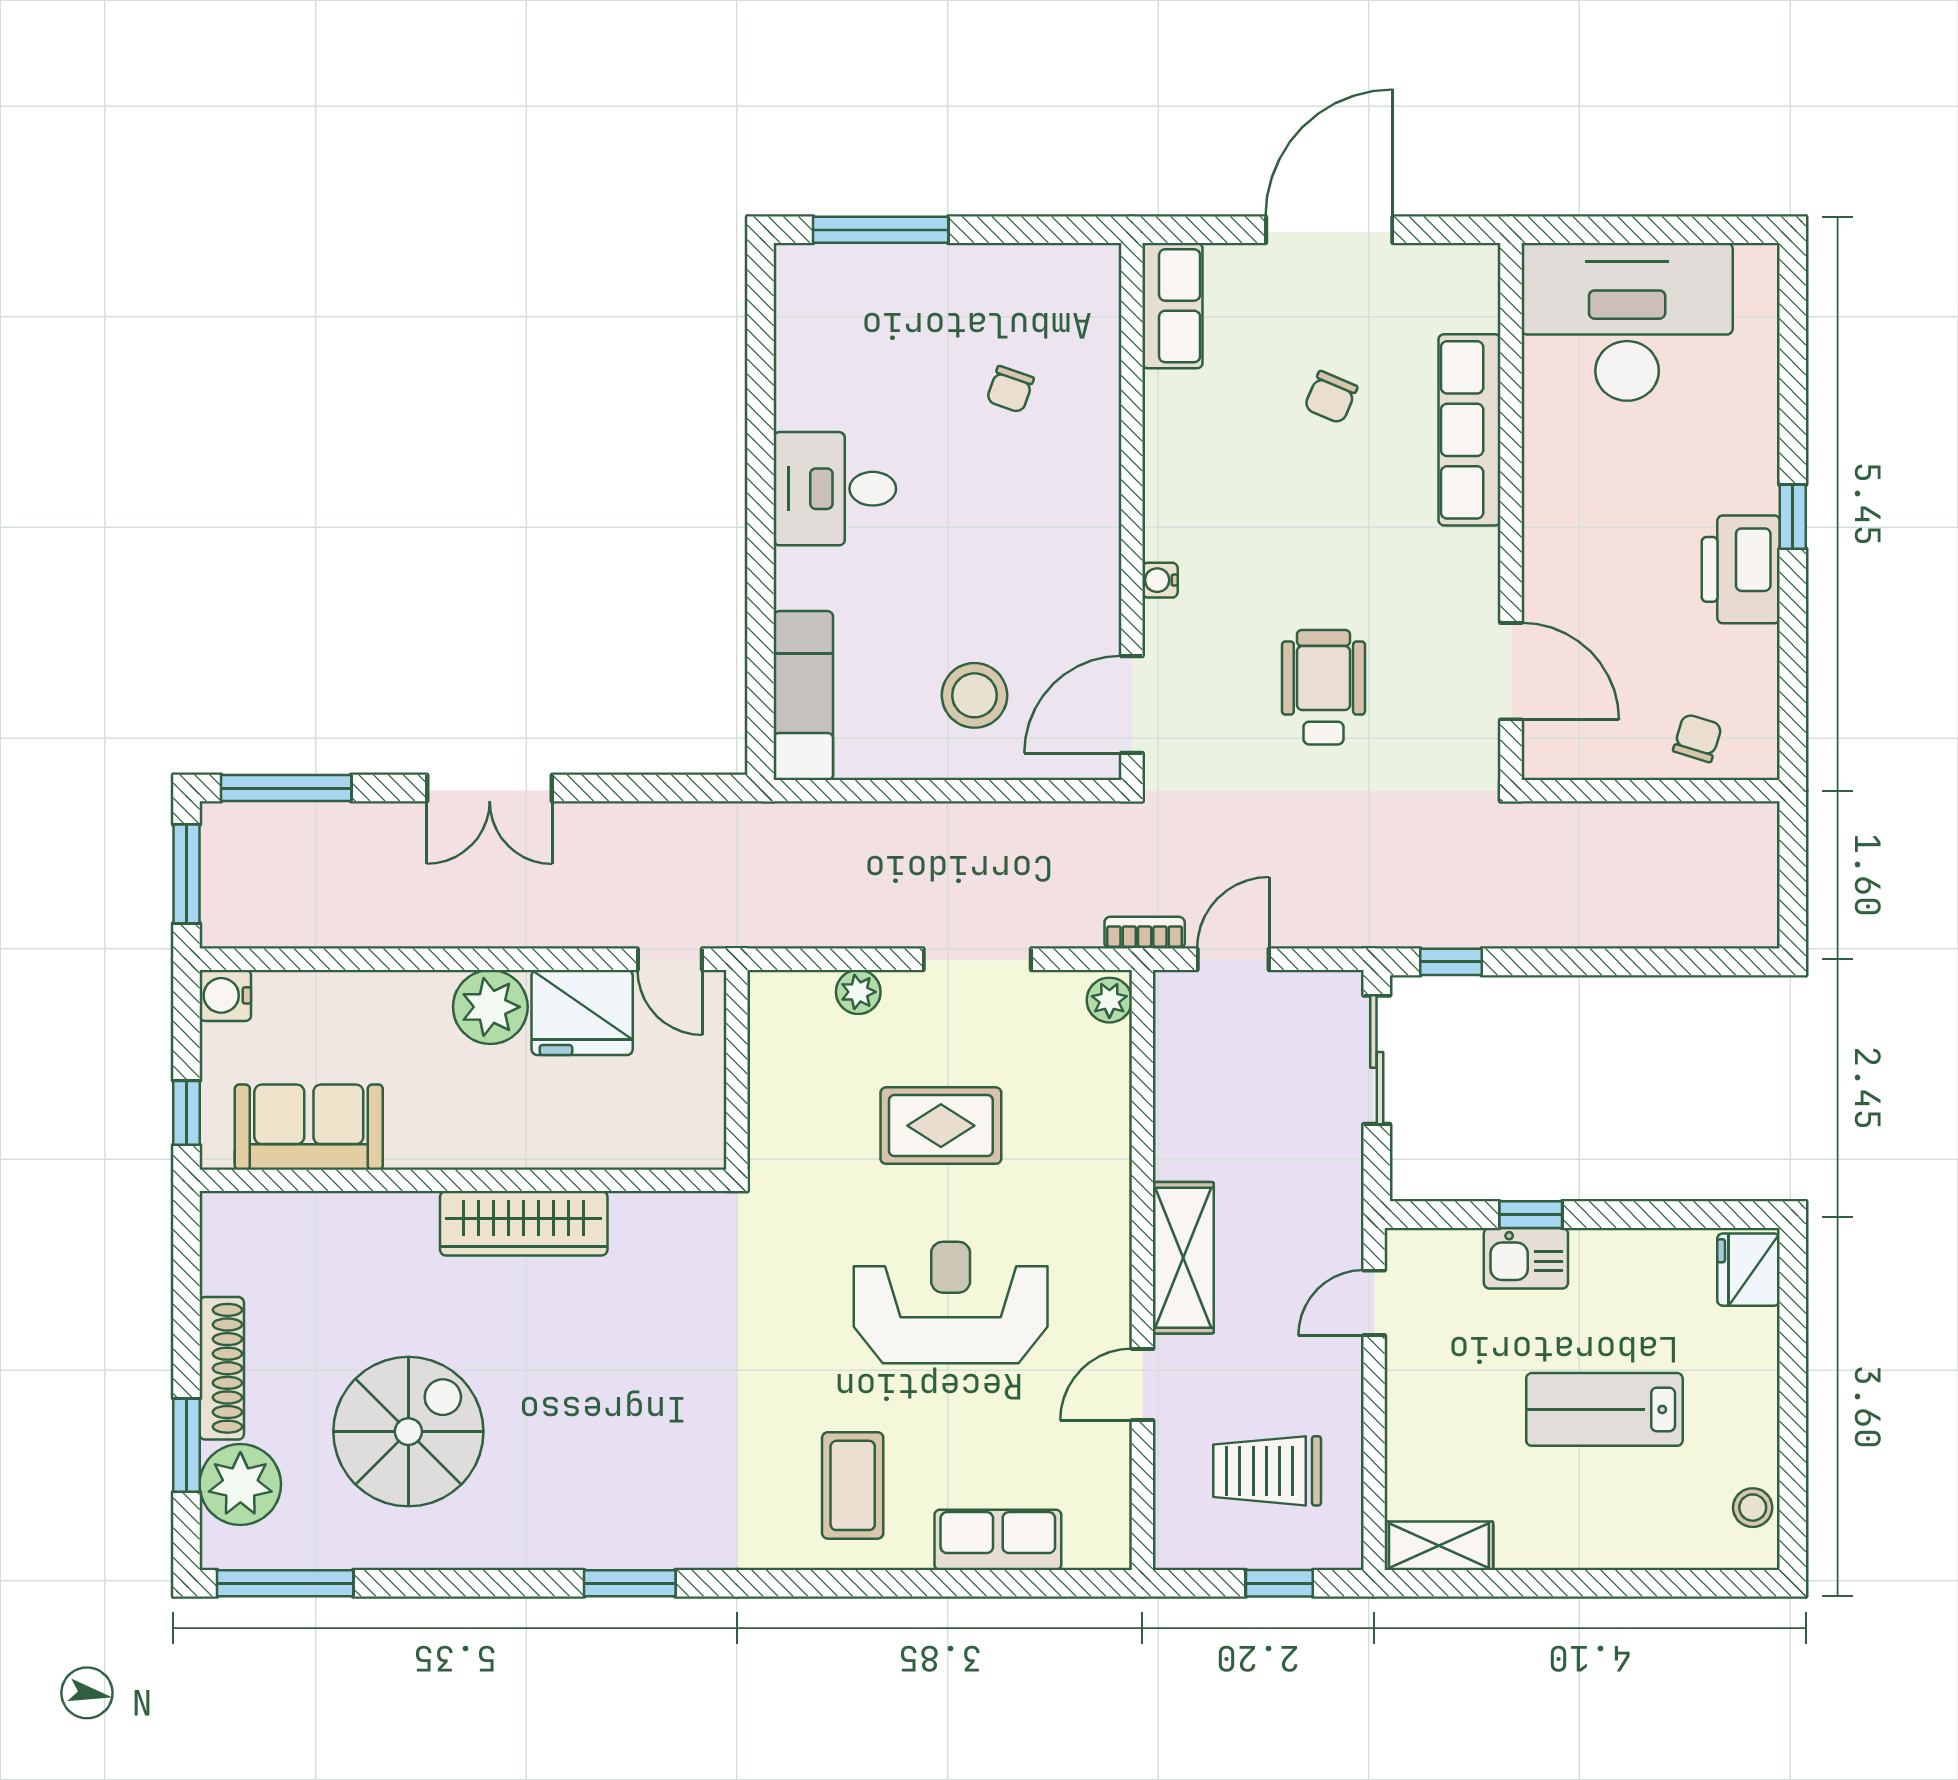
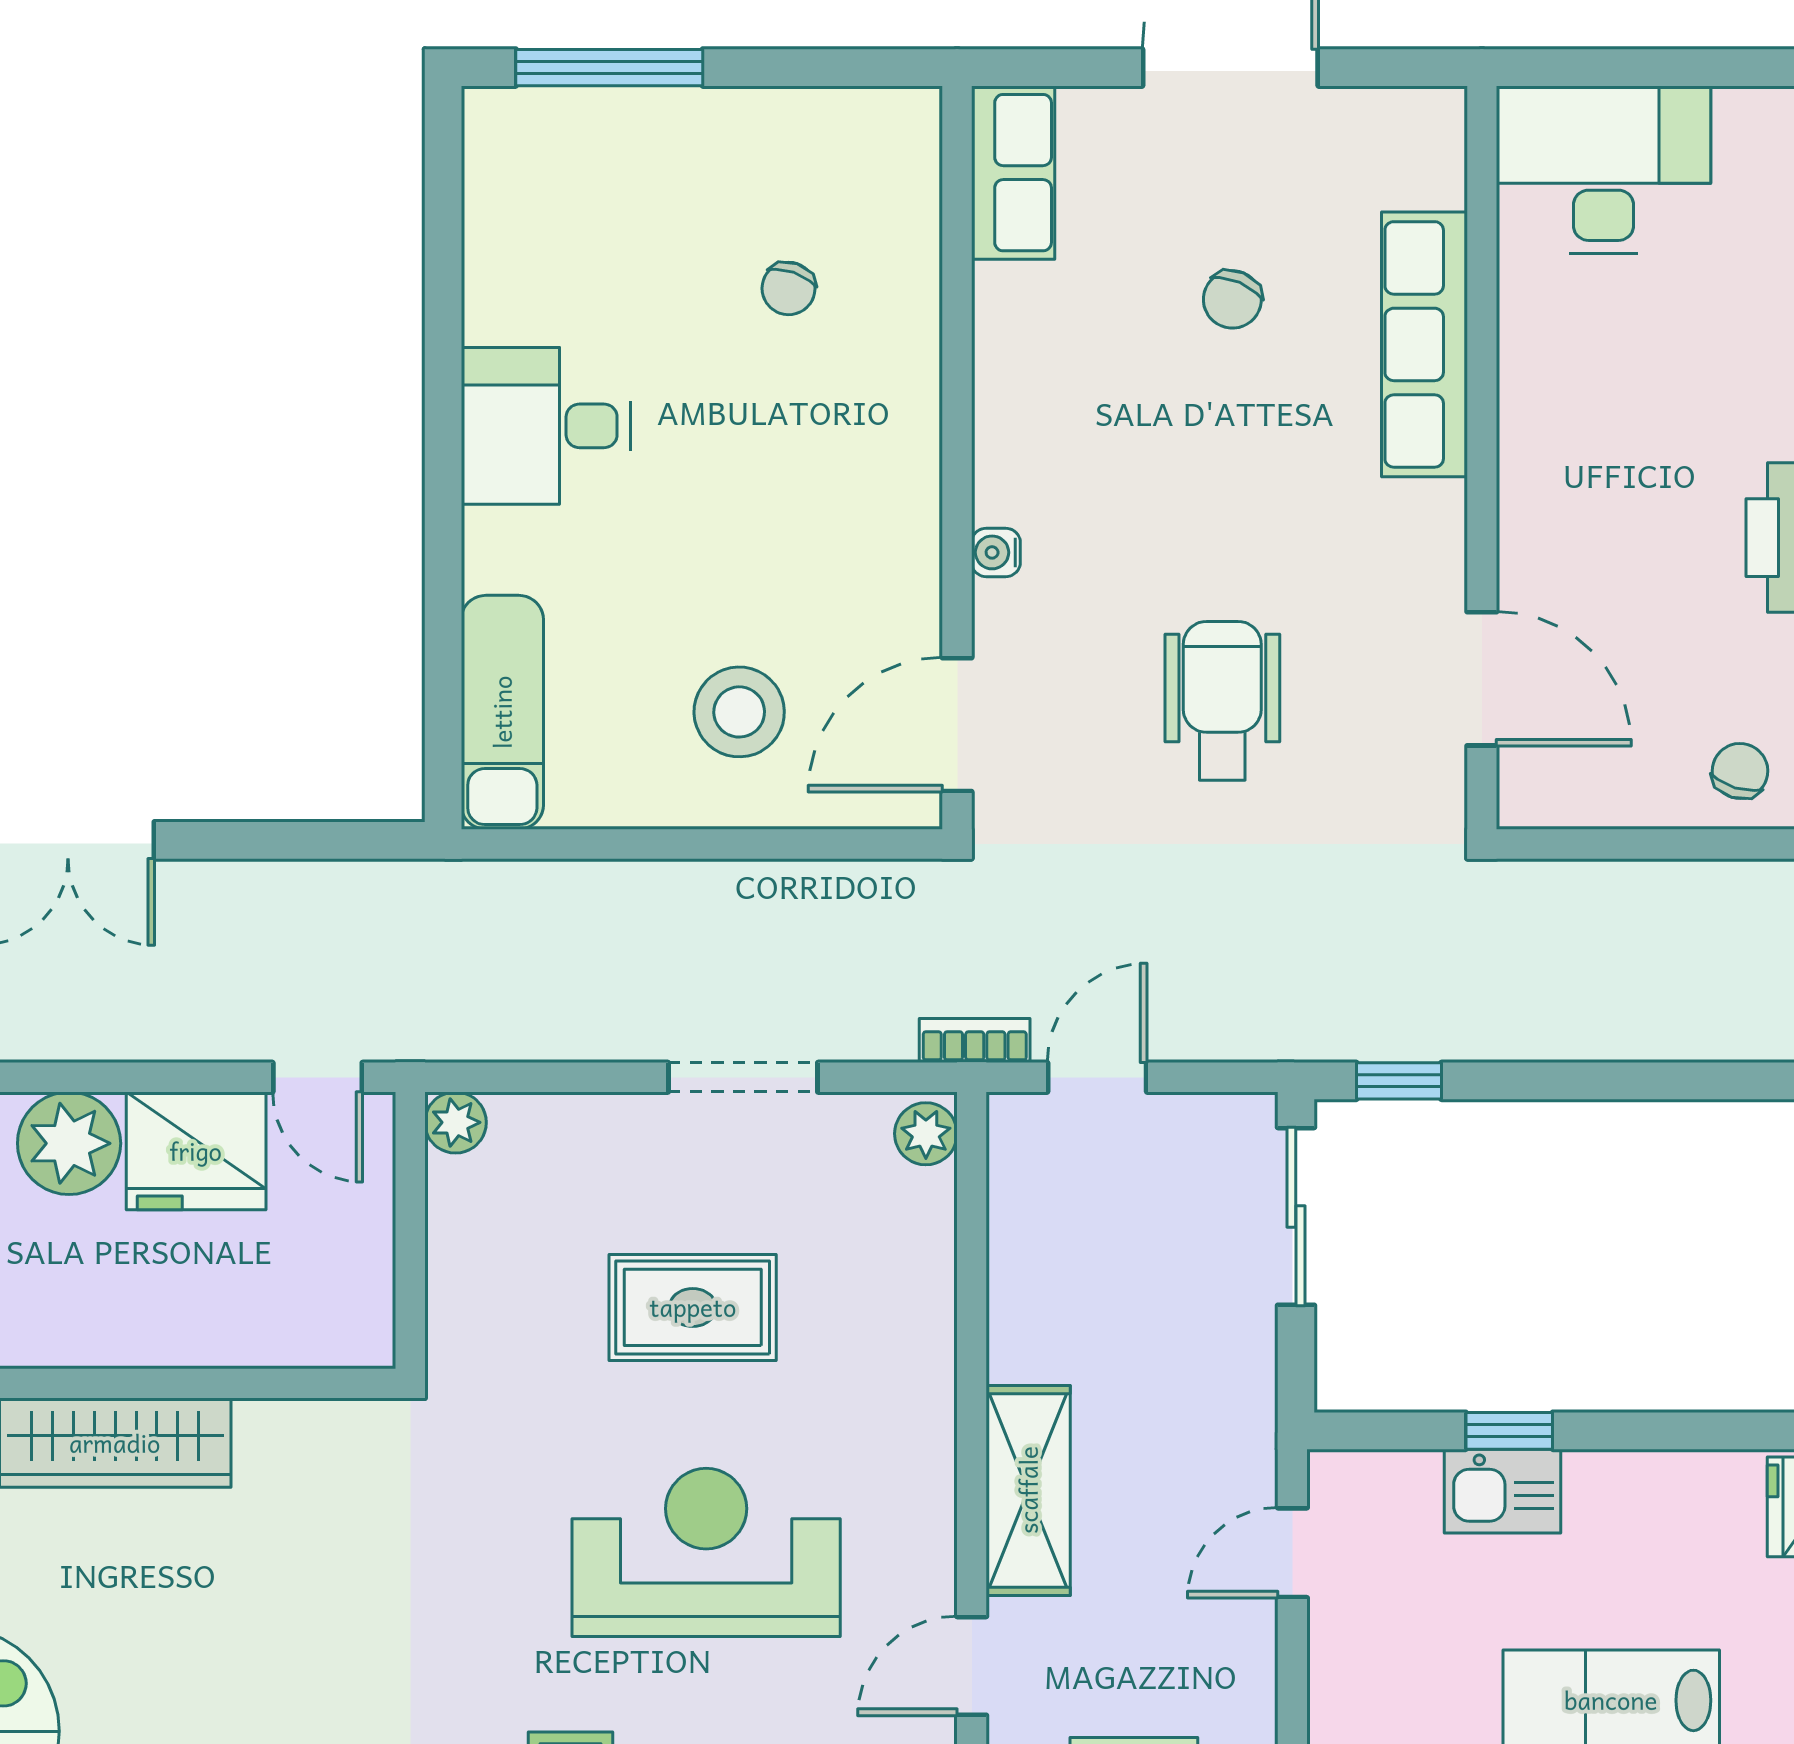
desk: (1627, 322) -> (1604, 170), width x0.73, depth x0.77
plant: (858, 992) -> (456, 1122), moved

